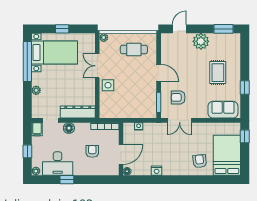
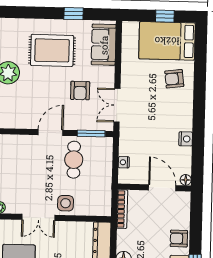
cafe table: (134, 50) -> (74, 160), moved
rug: (218, 73) -> (52, 50), width x1.36, depth x1.43
armchair: (178, 97) -> (80, 91), moved
double door: (180, 120) -> (117, 105), swing flipped
window: (245, 136) -> (165, 16), moved
armchair: (92, 151) -> (179, 238), moved

